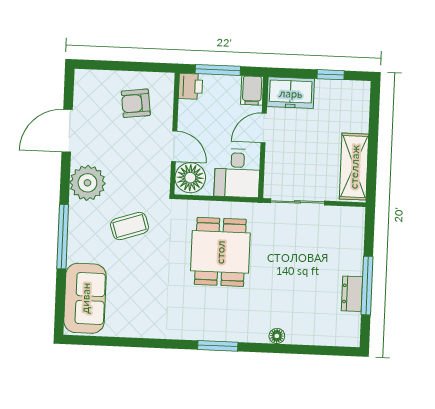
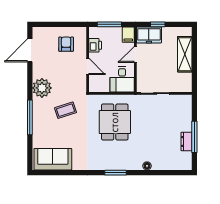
window: (331, 75) -> (158, 24), moved
printer: (191, 86) -> (95, 45), moved
armchair: (136, 103) -> (66, 44), turned 97
door: (67, 131) -> (30, 50), moved
shelving: (354, 167) -> (185, 54), moved
floor lamp: (190, 178) -> (97, 83), removed
sofa: (85, 298) -> (53, 159), moved, turned -90

